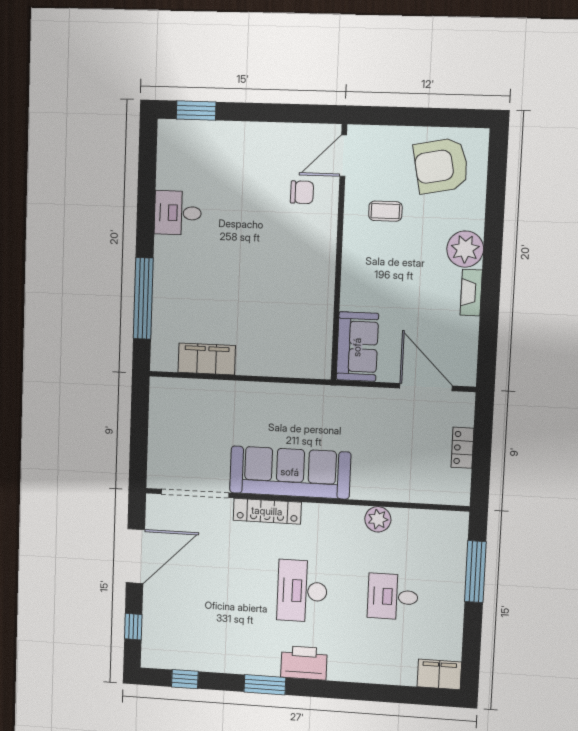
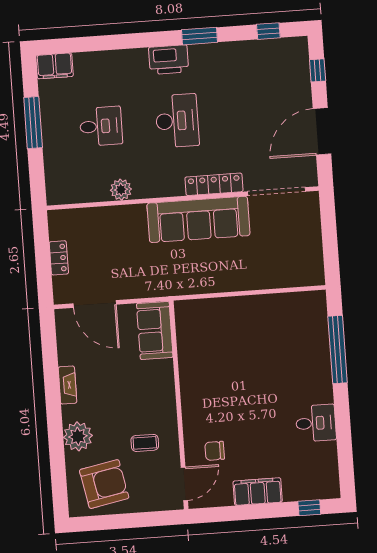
window: (196, 110) -> (309, 508), width x0.67
plant: (465, 249) -> (78, 436), moved
filing cabinet: (207, 359) -> (258, 492), moved, turned 180
window: (475, 572) -> (33, 123), moved

